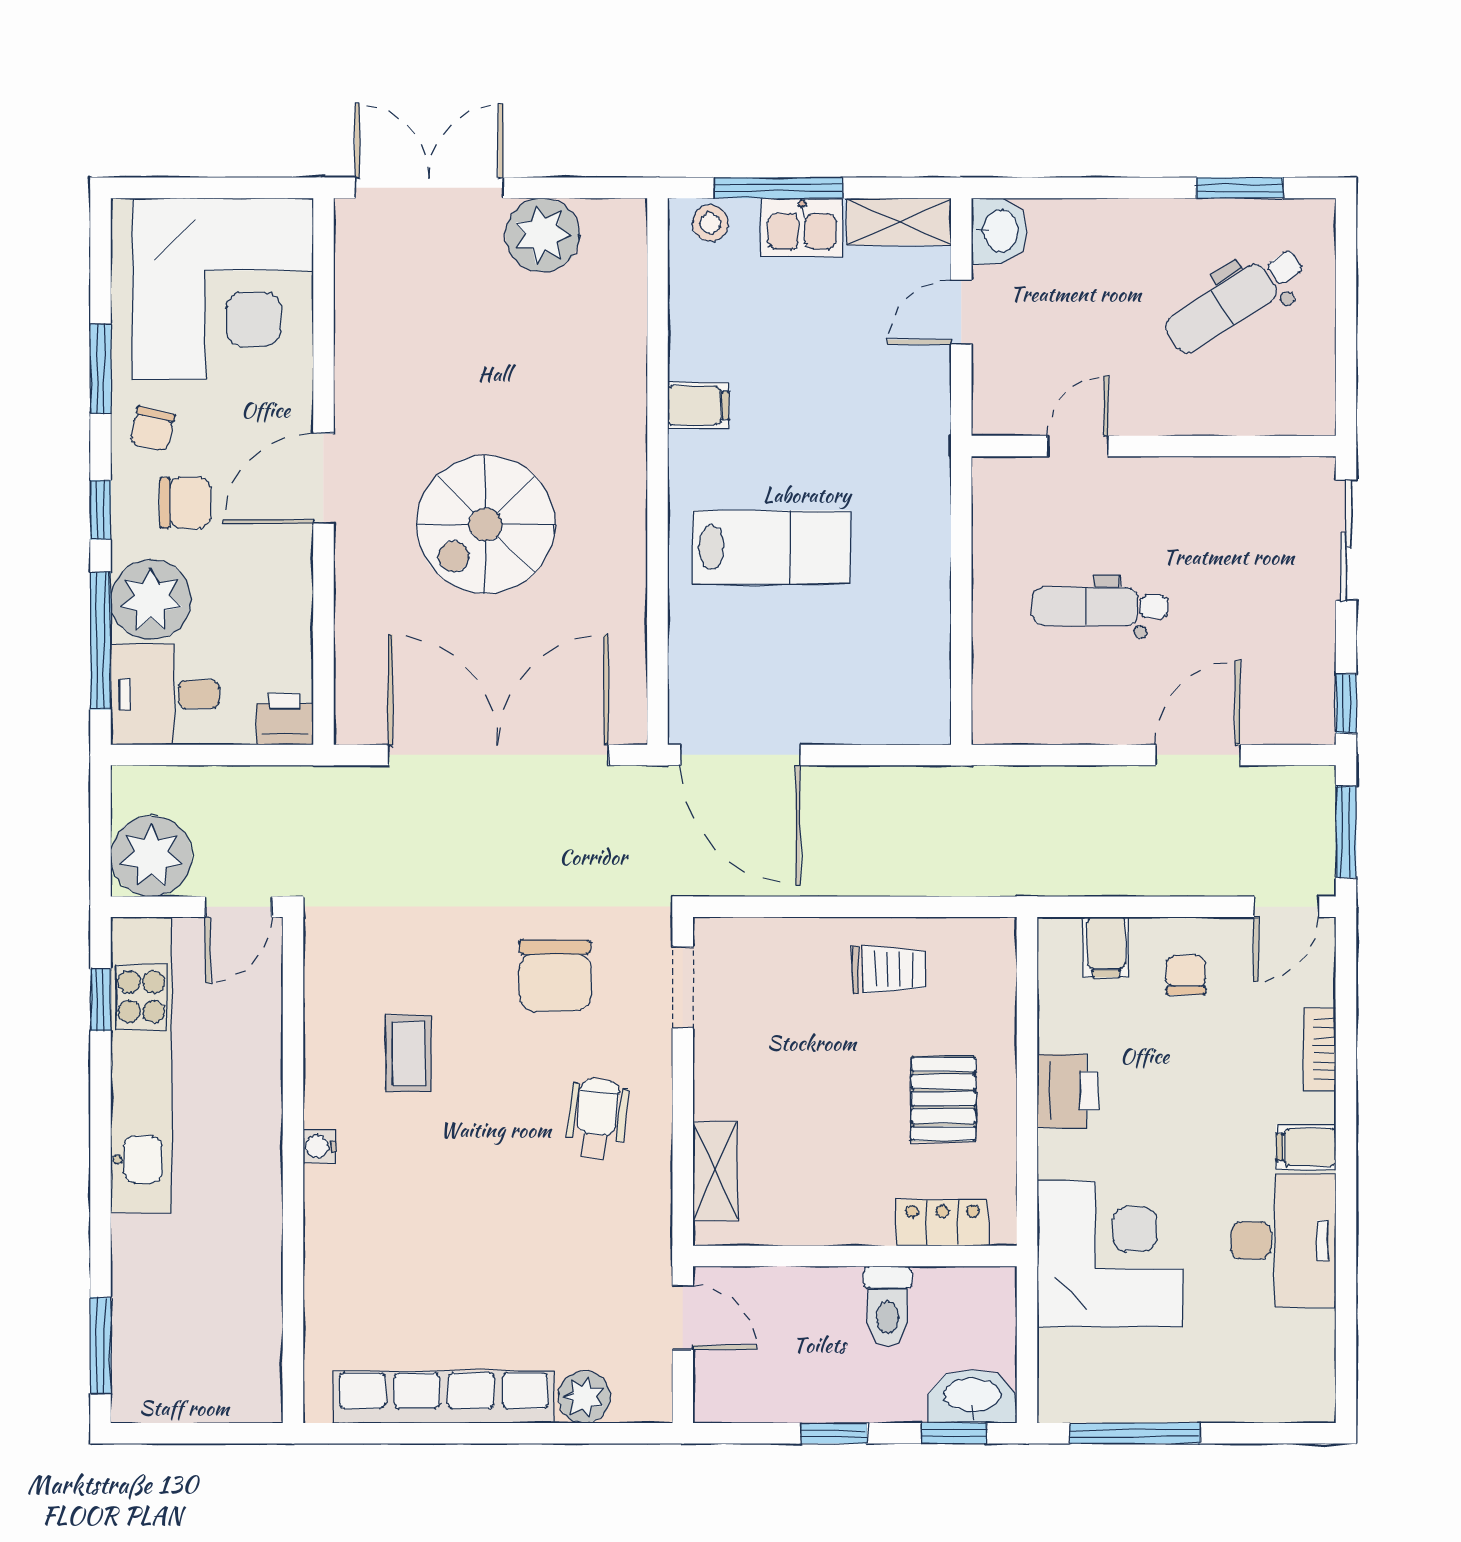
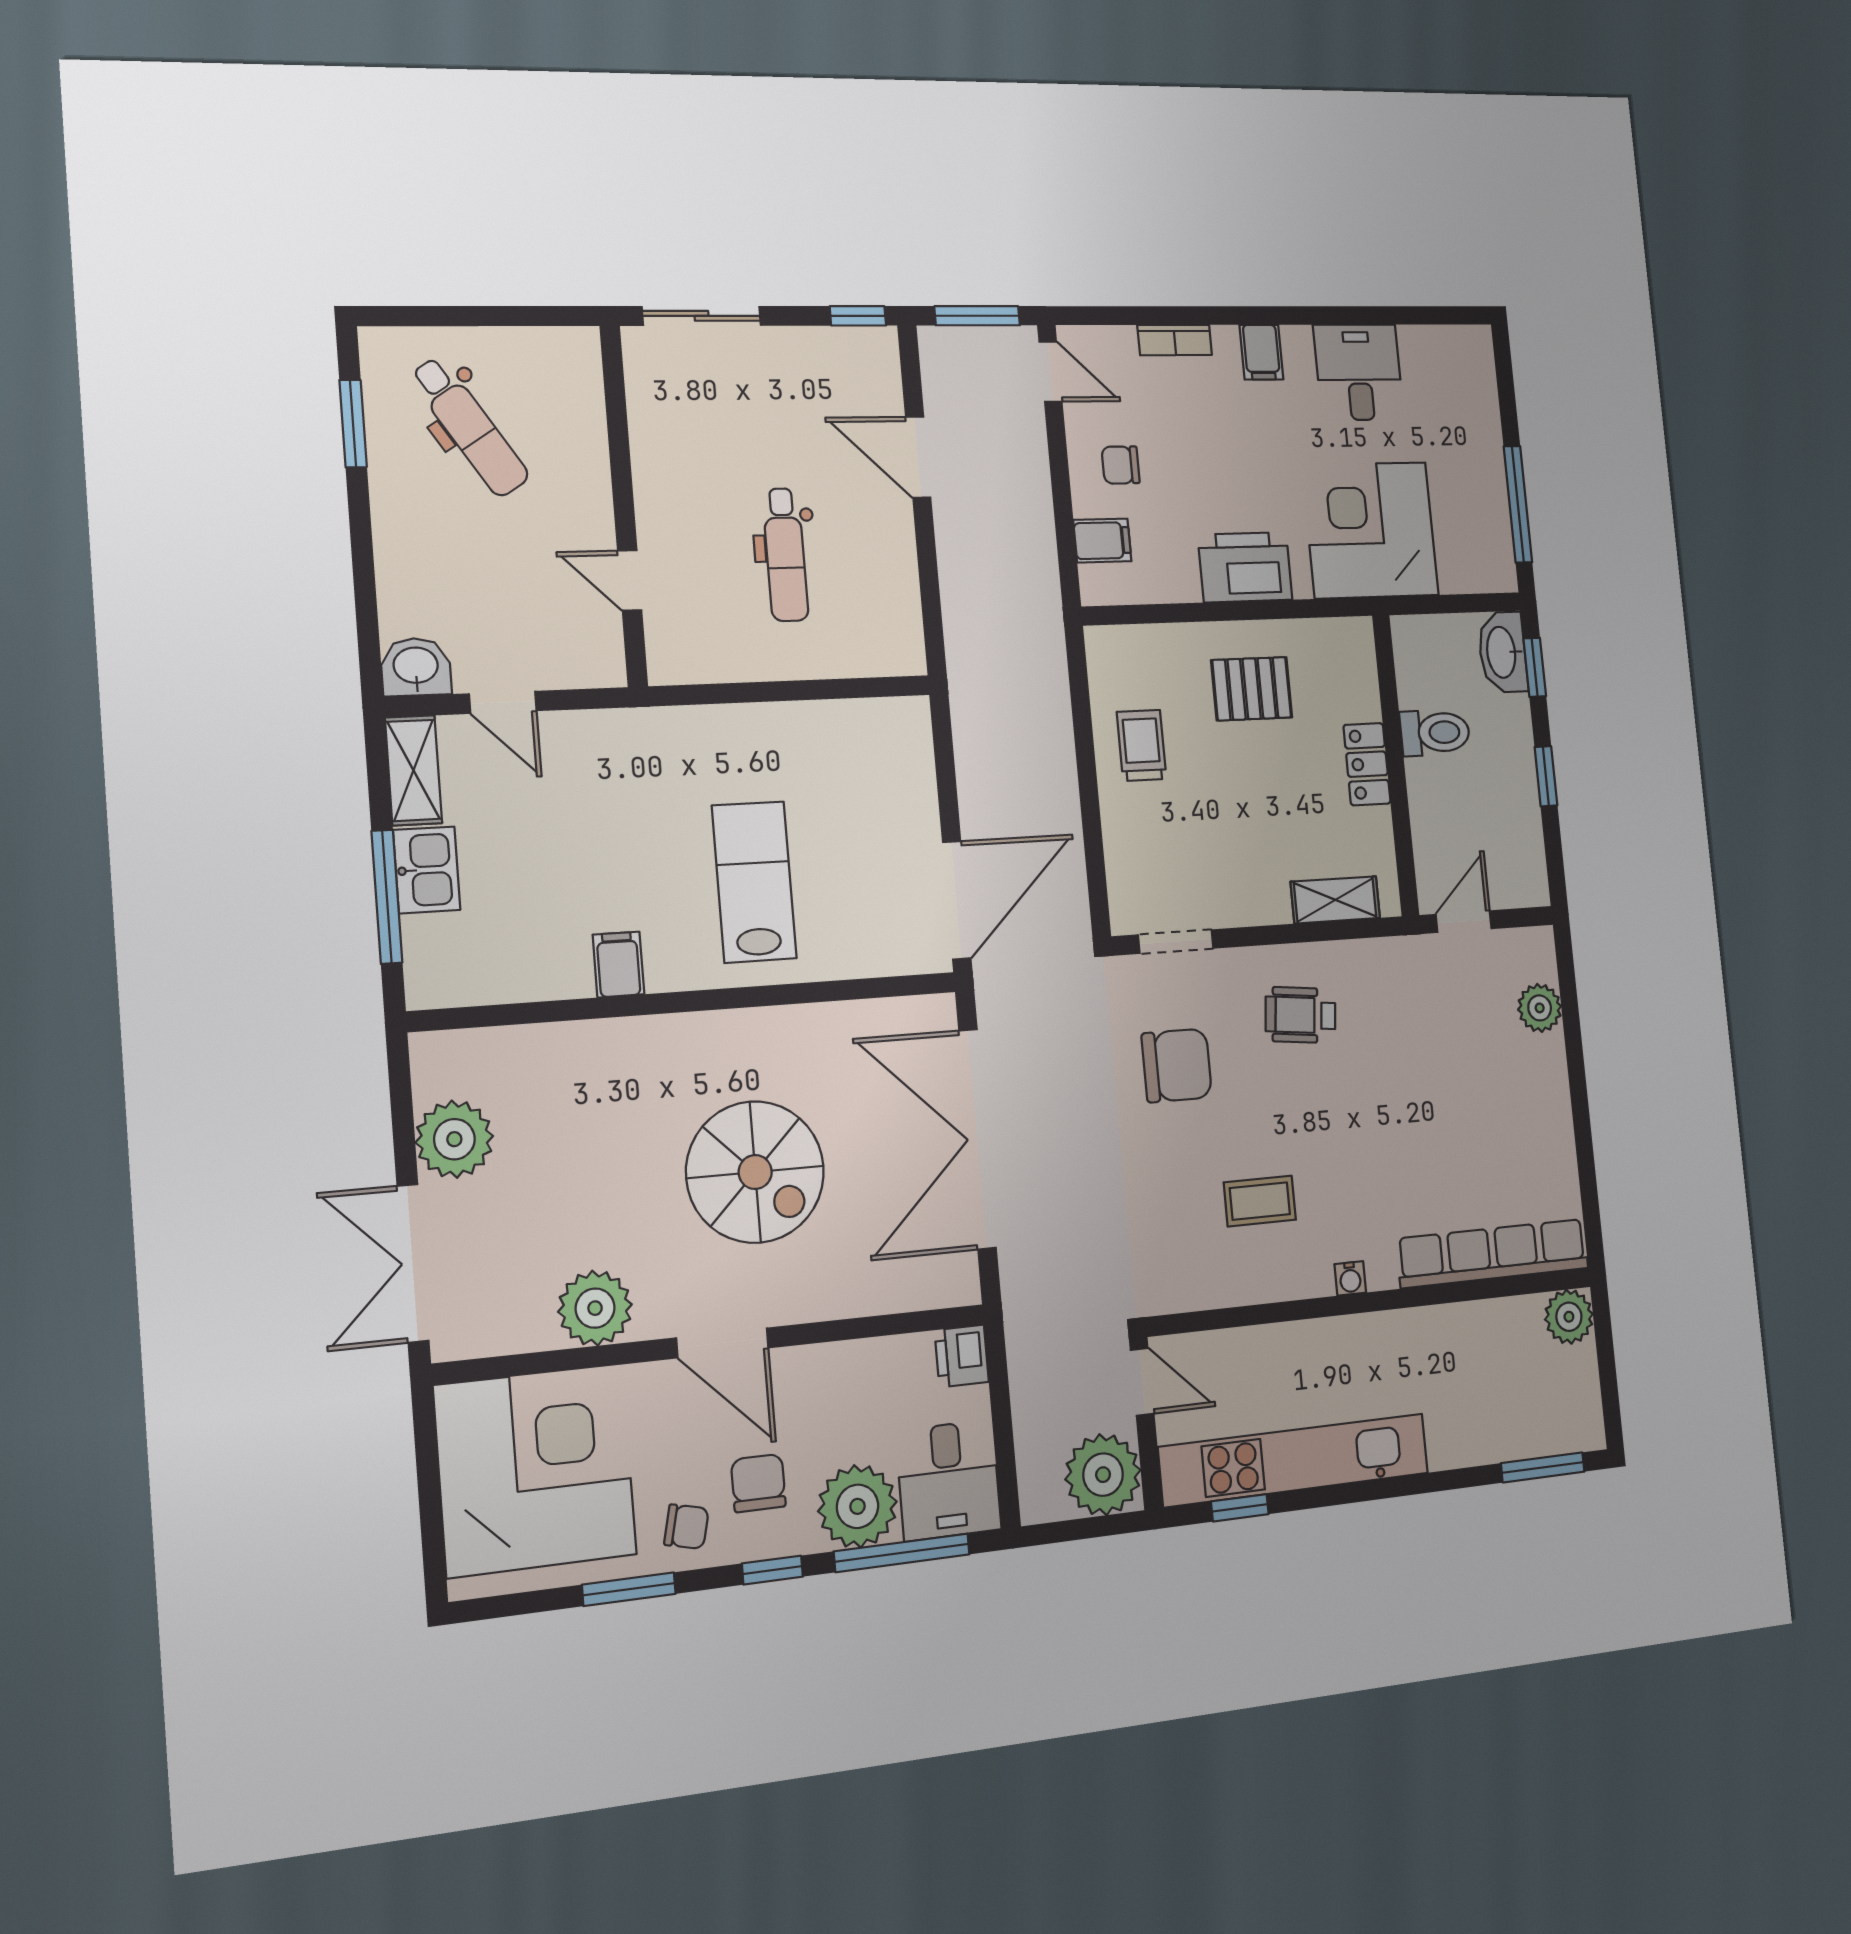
stool: (710, 223) -> (429, 965), removed
plant: (369, 357) -> (595, 1308), added
printer: (1068, 1091) -> (1245, 567), width x1.37, depth x1.19
locker: (942, 1223) -> (1367, 764), moved
desk: (1283, 1240) -> (1359, 372), width x0.73
plant: (254, 1394) -> (1569, 1317), added
row of seats: (444, 1397) -> (1493, 1253), moved, turned 90

